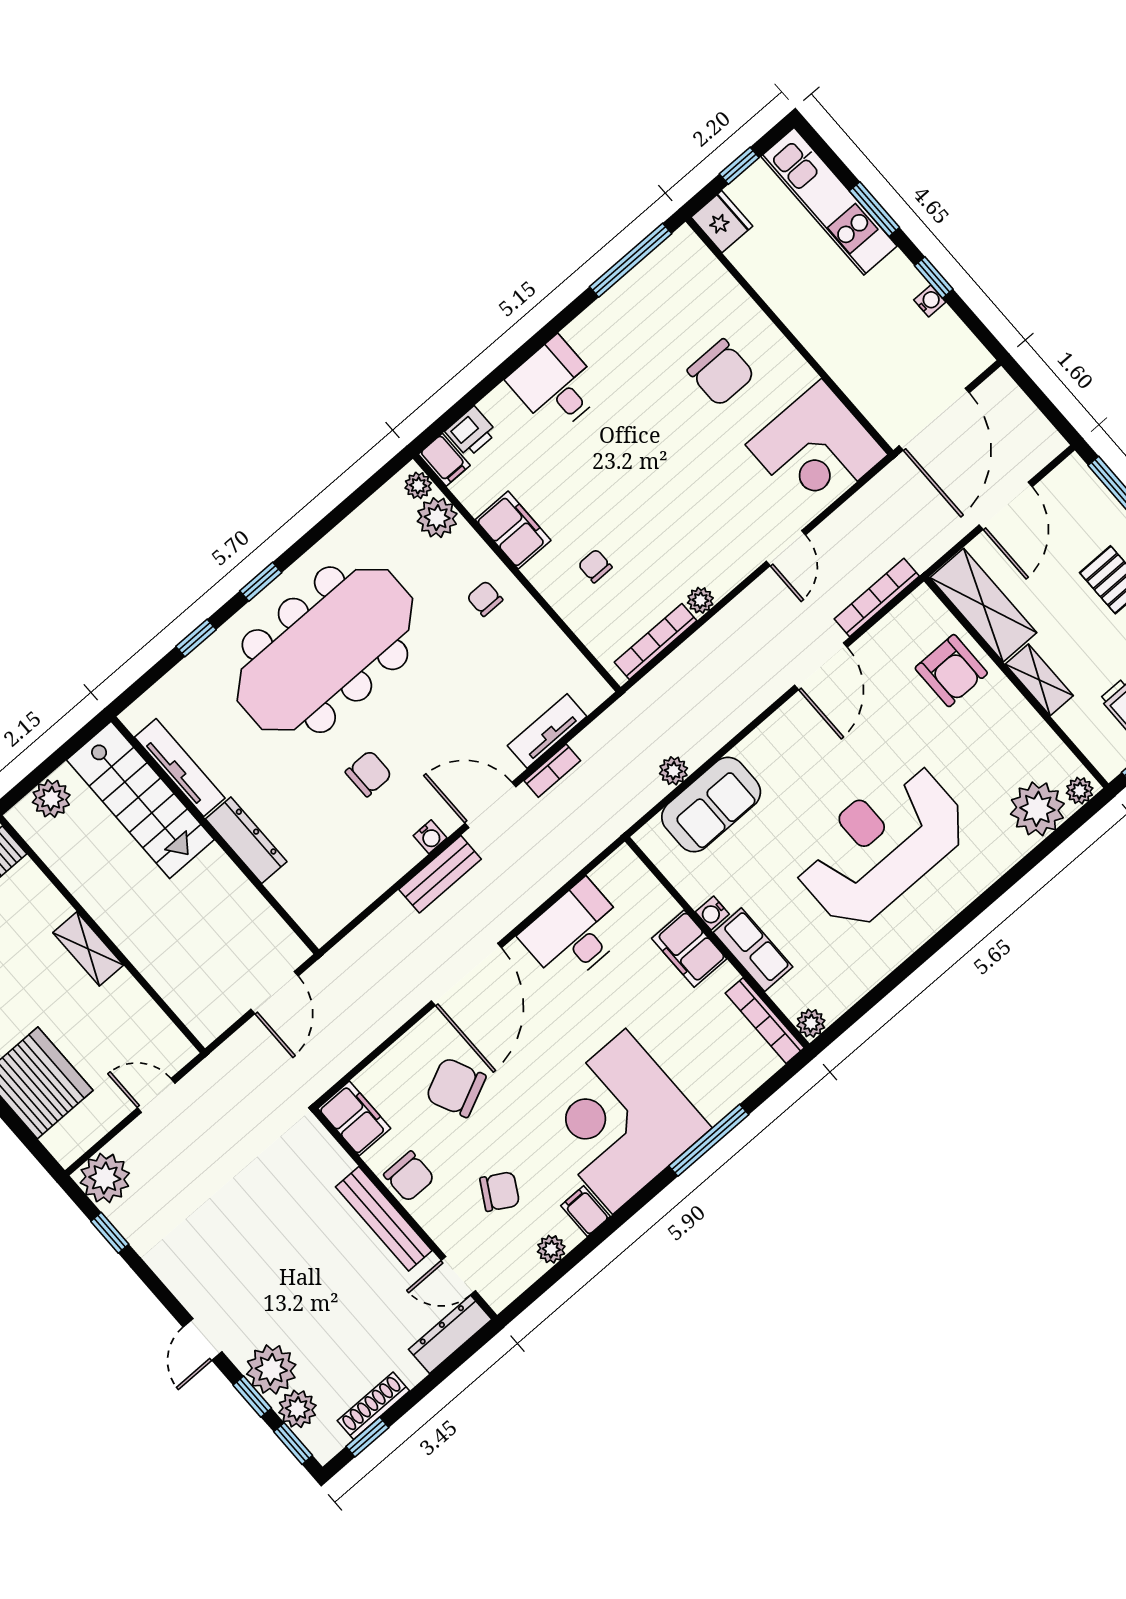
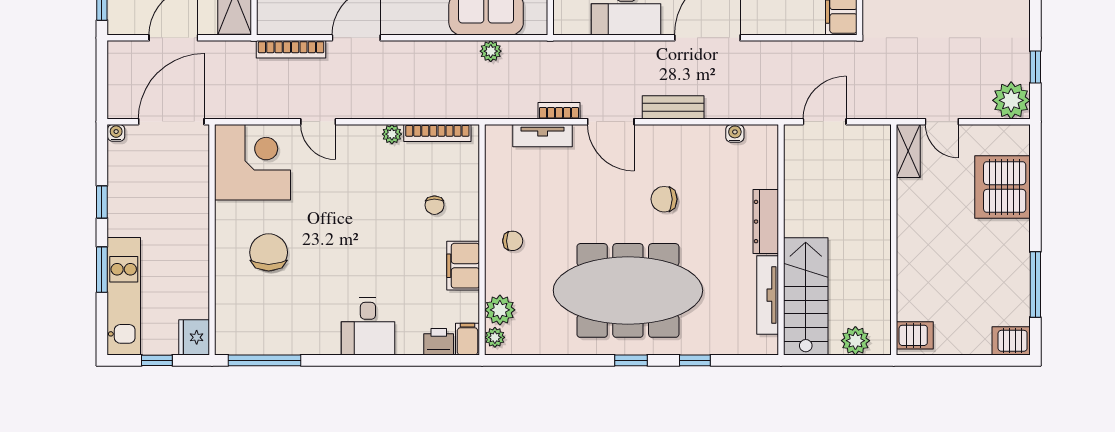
water cooler: (930, 301) -> (116, 133), moved, turned 90
door: (786, 548) -> (318, 122), swing flipped
chair: (485, 599) -> (513, 241), turned -90
water cooler: (430, 837) -> (735, 133), moved
shelving: (88, 949) -> (908, 151), moved

